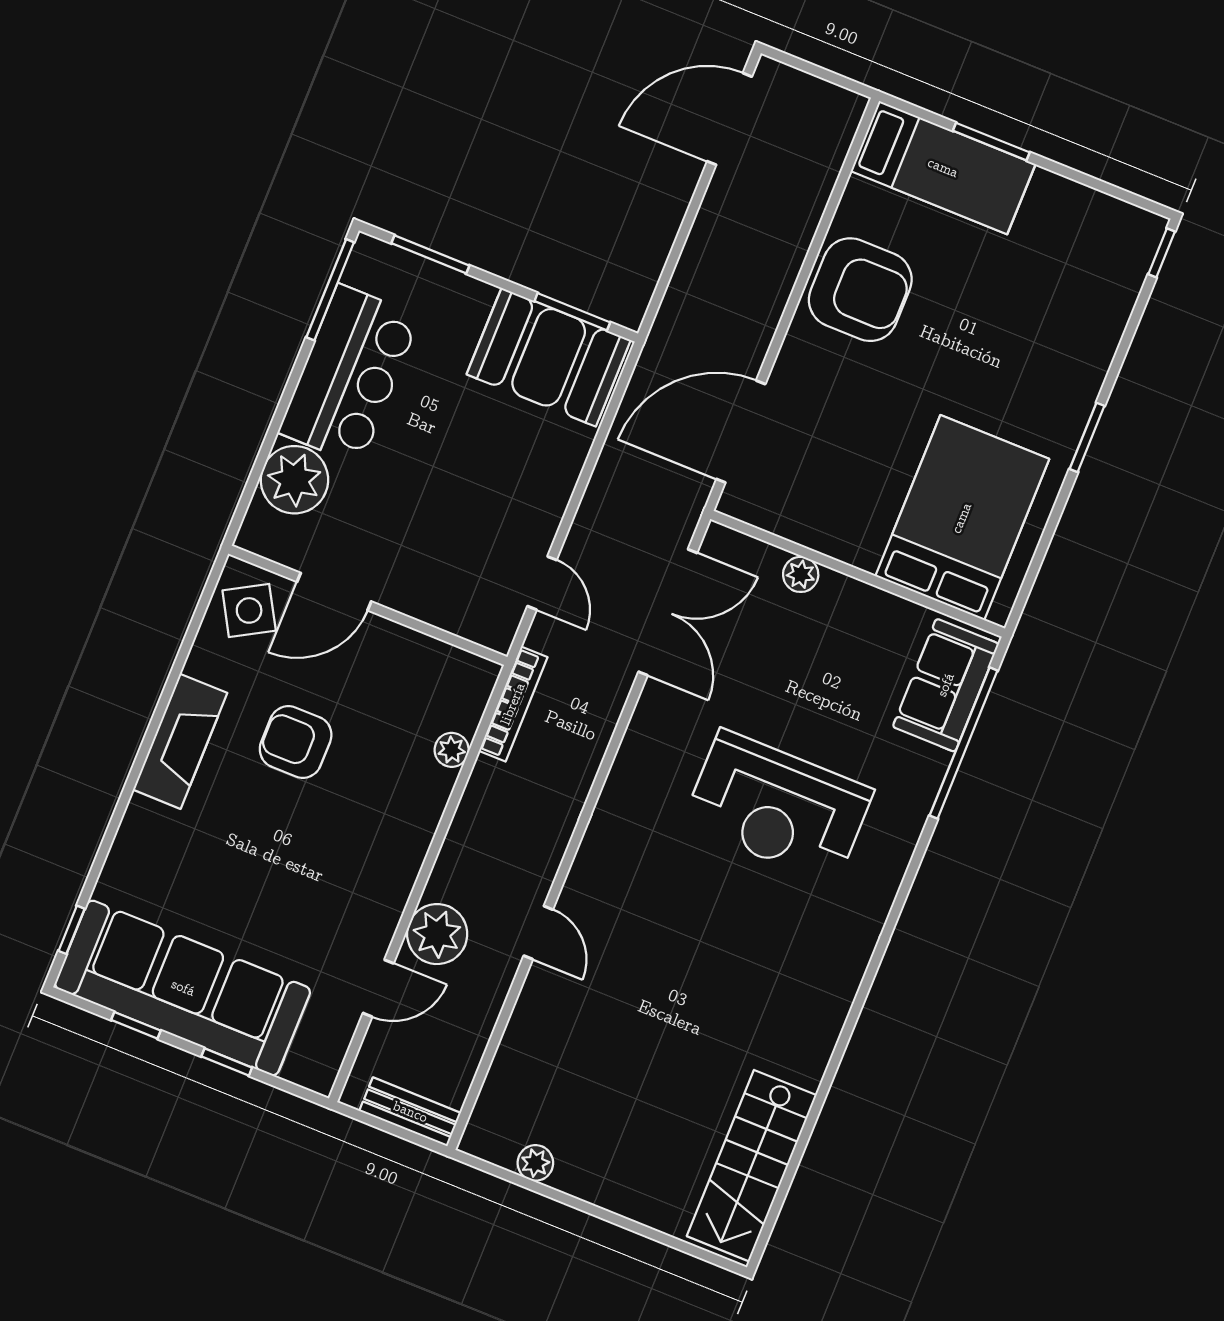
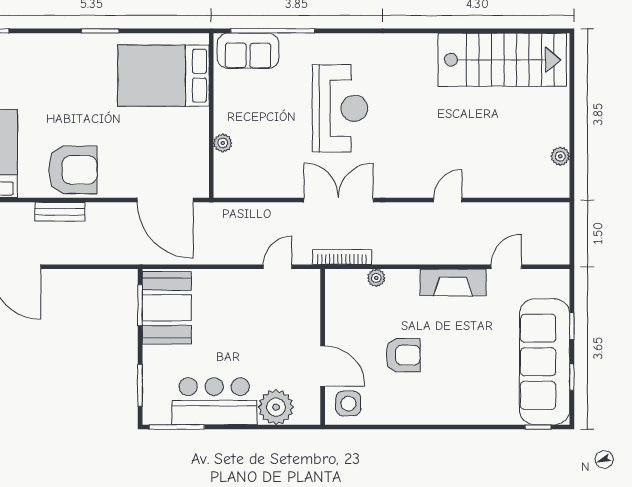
armchair: (860, 290) -> (73, 170), turned 90
side table: (249, 610) -> (348, 404), turned 30
double door: (668, 612) -> (339, 200), moved
fireplace: (180, 741) -> (453, 282), moved, turned 180
armchair: (296, 742) -> (403, 355), turned -90
plant: (437, 934) -> (468, 249), removed
door: (378, 988) -> (506, 267), hinge flipped
bench: (410, 1112) -> (60, 212), moved, turned 90
stairs: (752, 1166) -> (502, 60), width x1.36, depth x1.51

